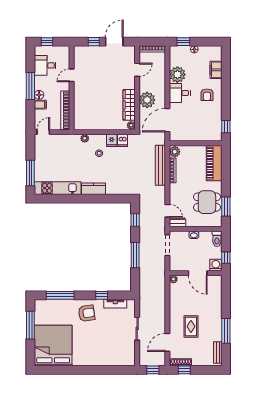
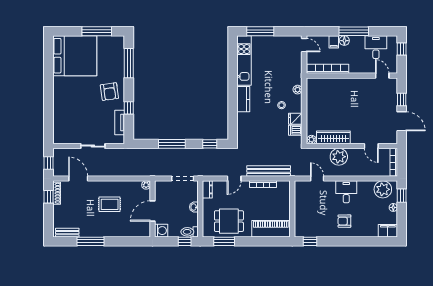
filing cabinet: (216, 70) -> (388, 231), moved
door: (72, 75) -> (382, 76), moved
plant: (177, 75) -> (383, 189), moved
door: (167, 120) -> (317, 179), width x0.53
plant: (175, 152) -> (283, 186), removed
dining table: (207, 202) -> (229, 221), turned 90
door: (167, 211) -> (234, 179), moved
window: (226, 258) -> (185, 241), moved
rug: (191, 326) -> (110, 204), moved

